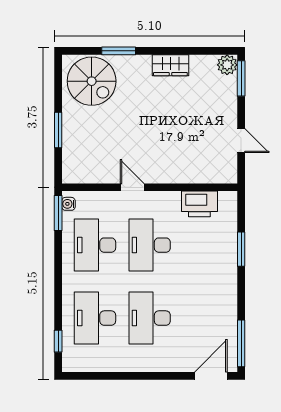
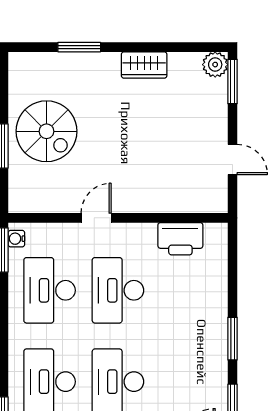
spiral stairs: (92, 81) -> (46, 131), moved
door: (132, 187) -> (96, 218), hinge flipped
window: (241, 249) -> (233, 339), moved

